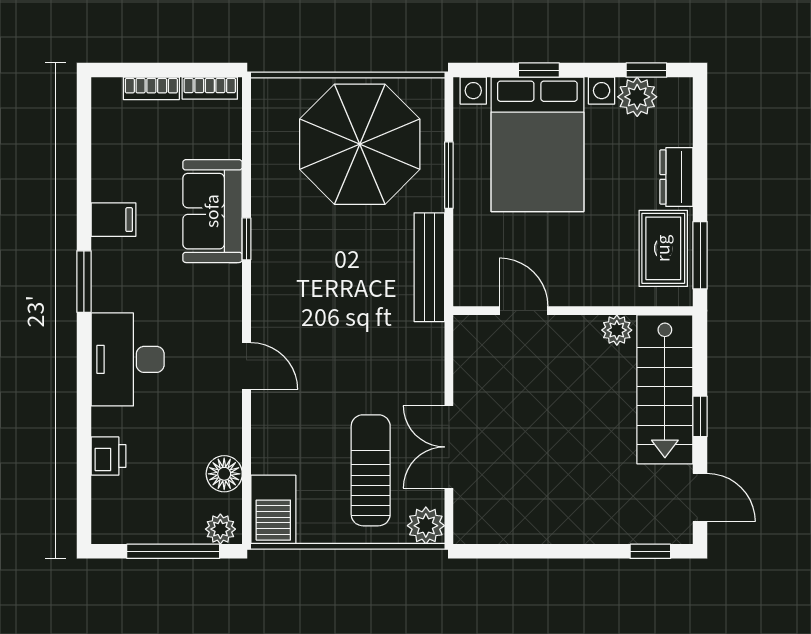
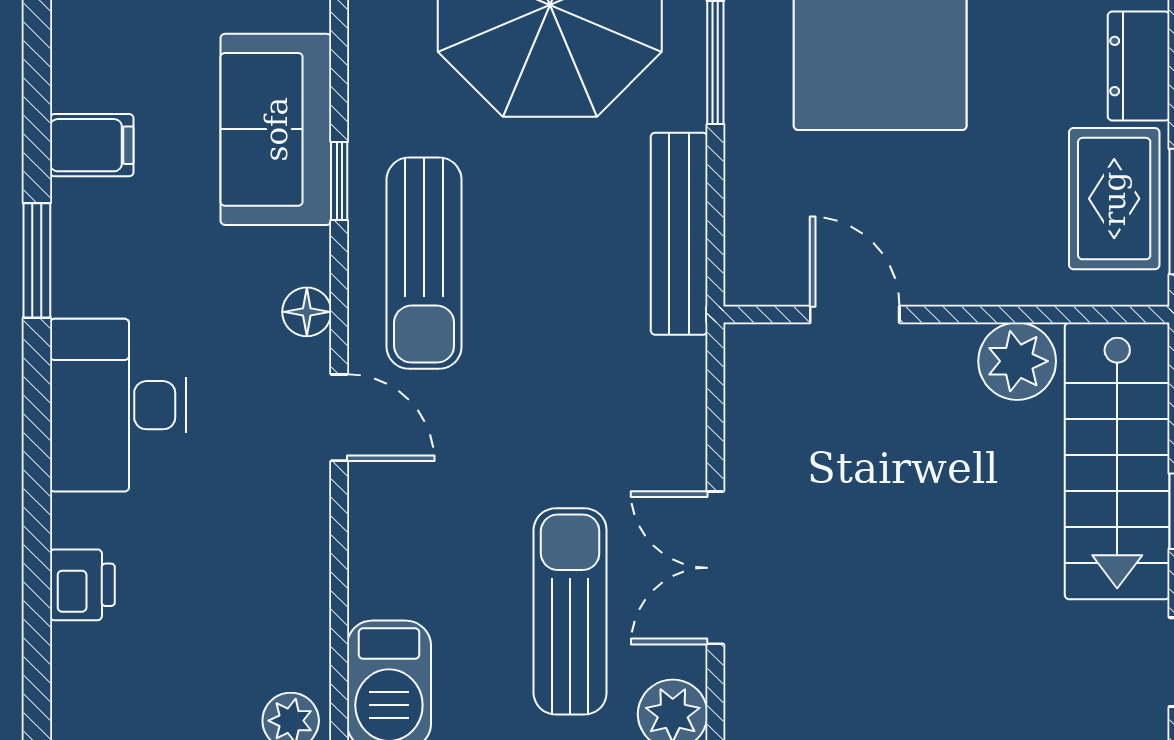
sun lounger: (292, 283) -> (424, 263), added
plant: (617, 330) -> (1017, 361), width x1.38, depth x1.38
floor lamp: (224, 474) -> (307, 312), moved, width x0.73, depth x0.73

